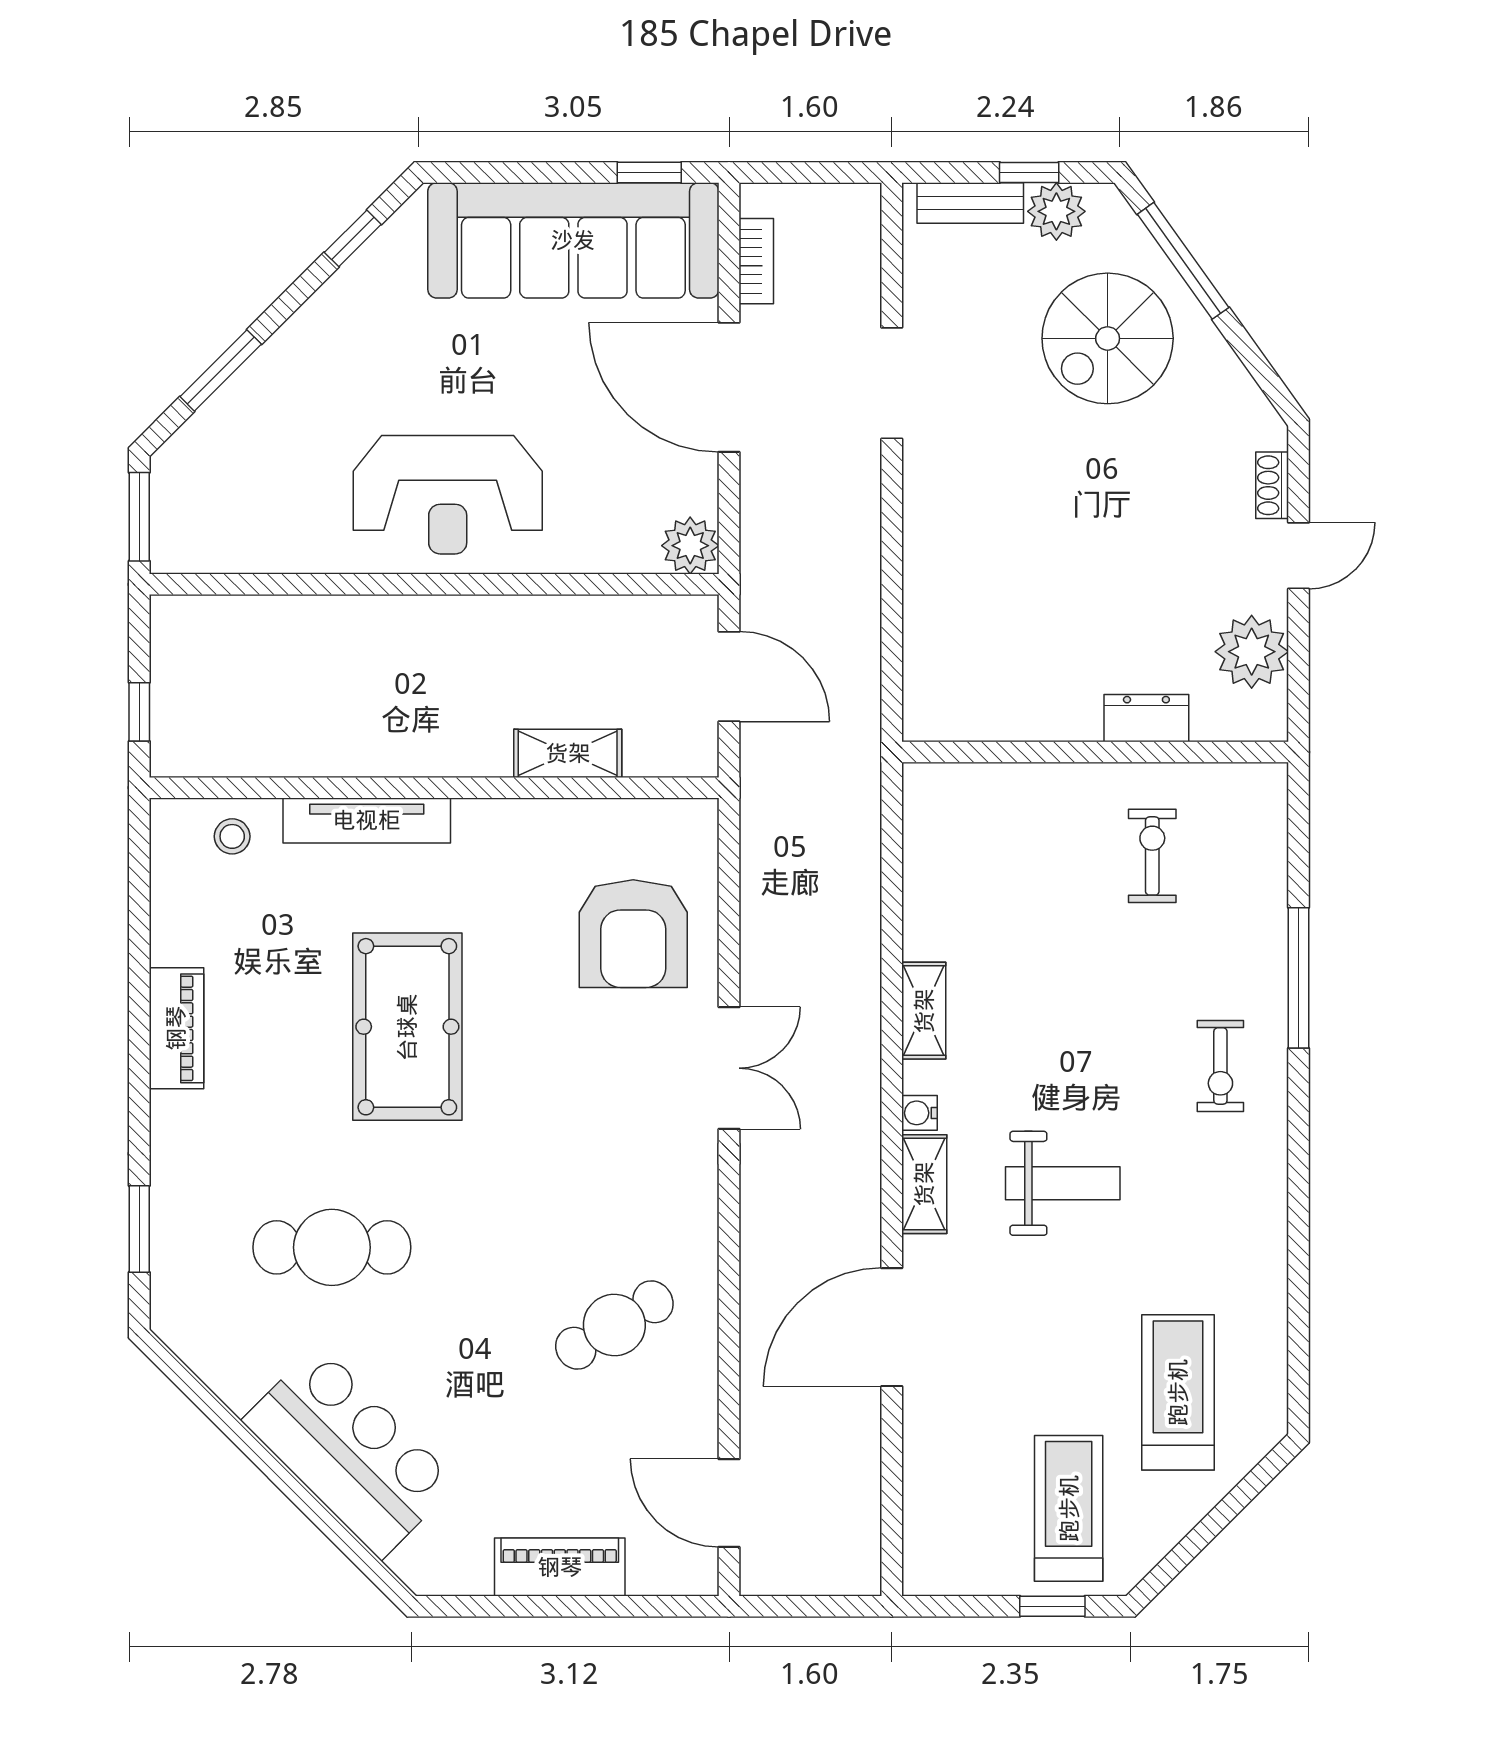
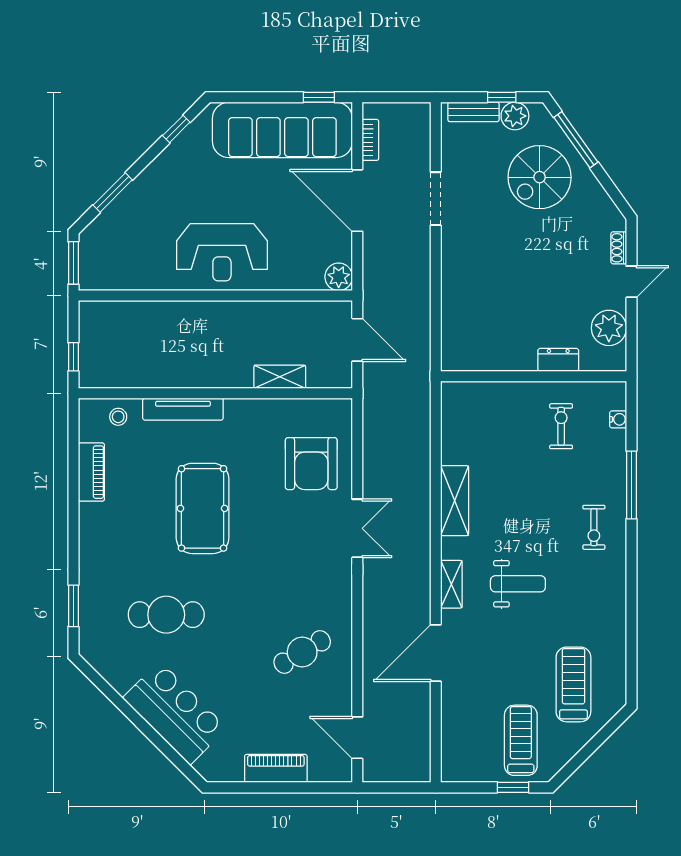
shelving: (924, 1011) -> (455, 501), width x1.50, depth x1.33
piano: (176, 1028) -> (91, 472), moved
water cooler: (919, 1113) -> (618, 419), moved, turned 180

